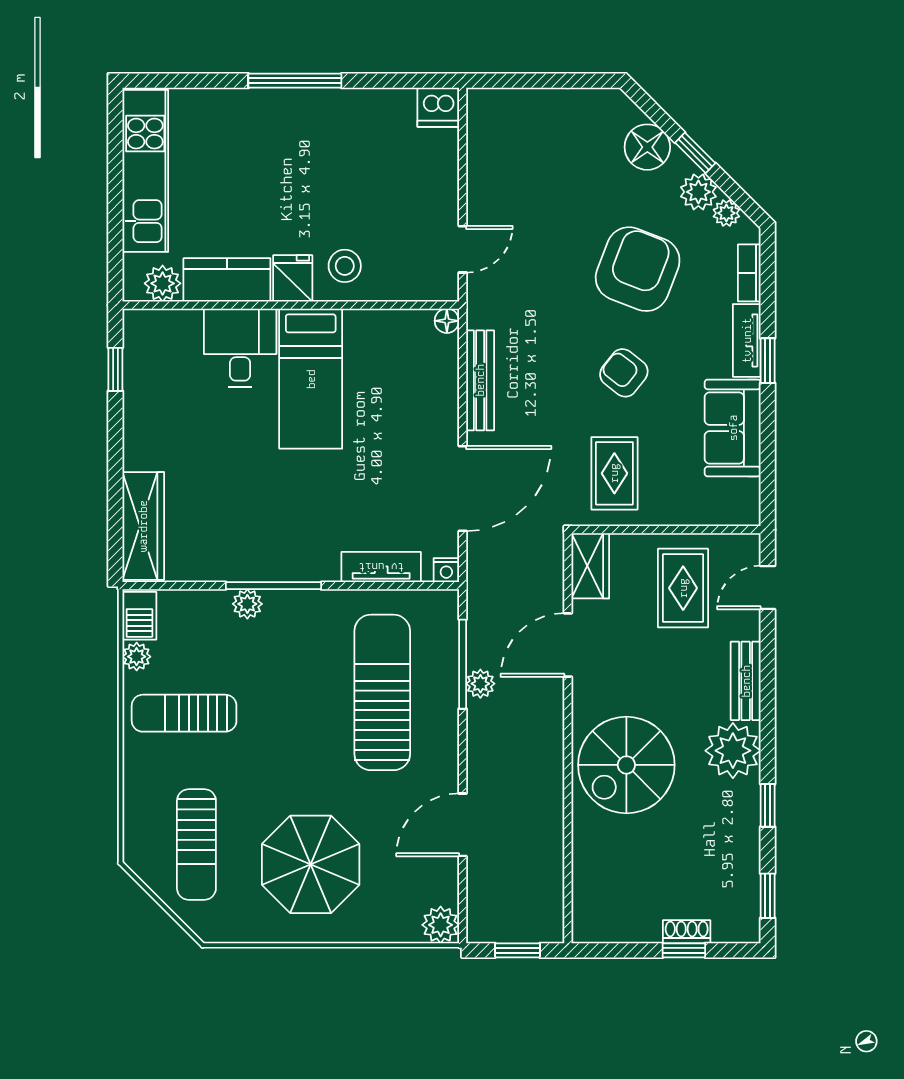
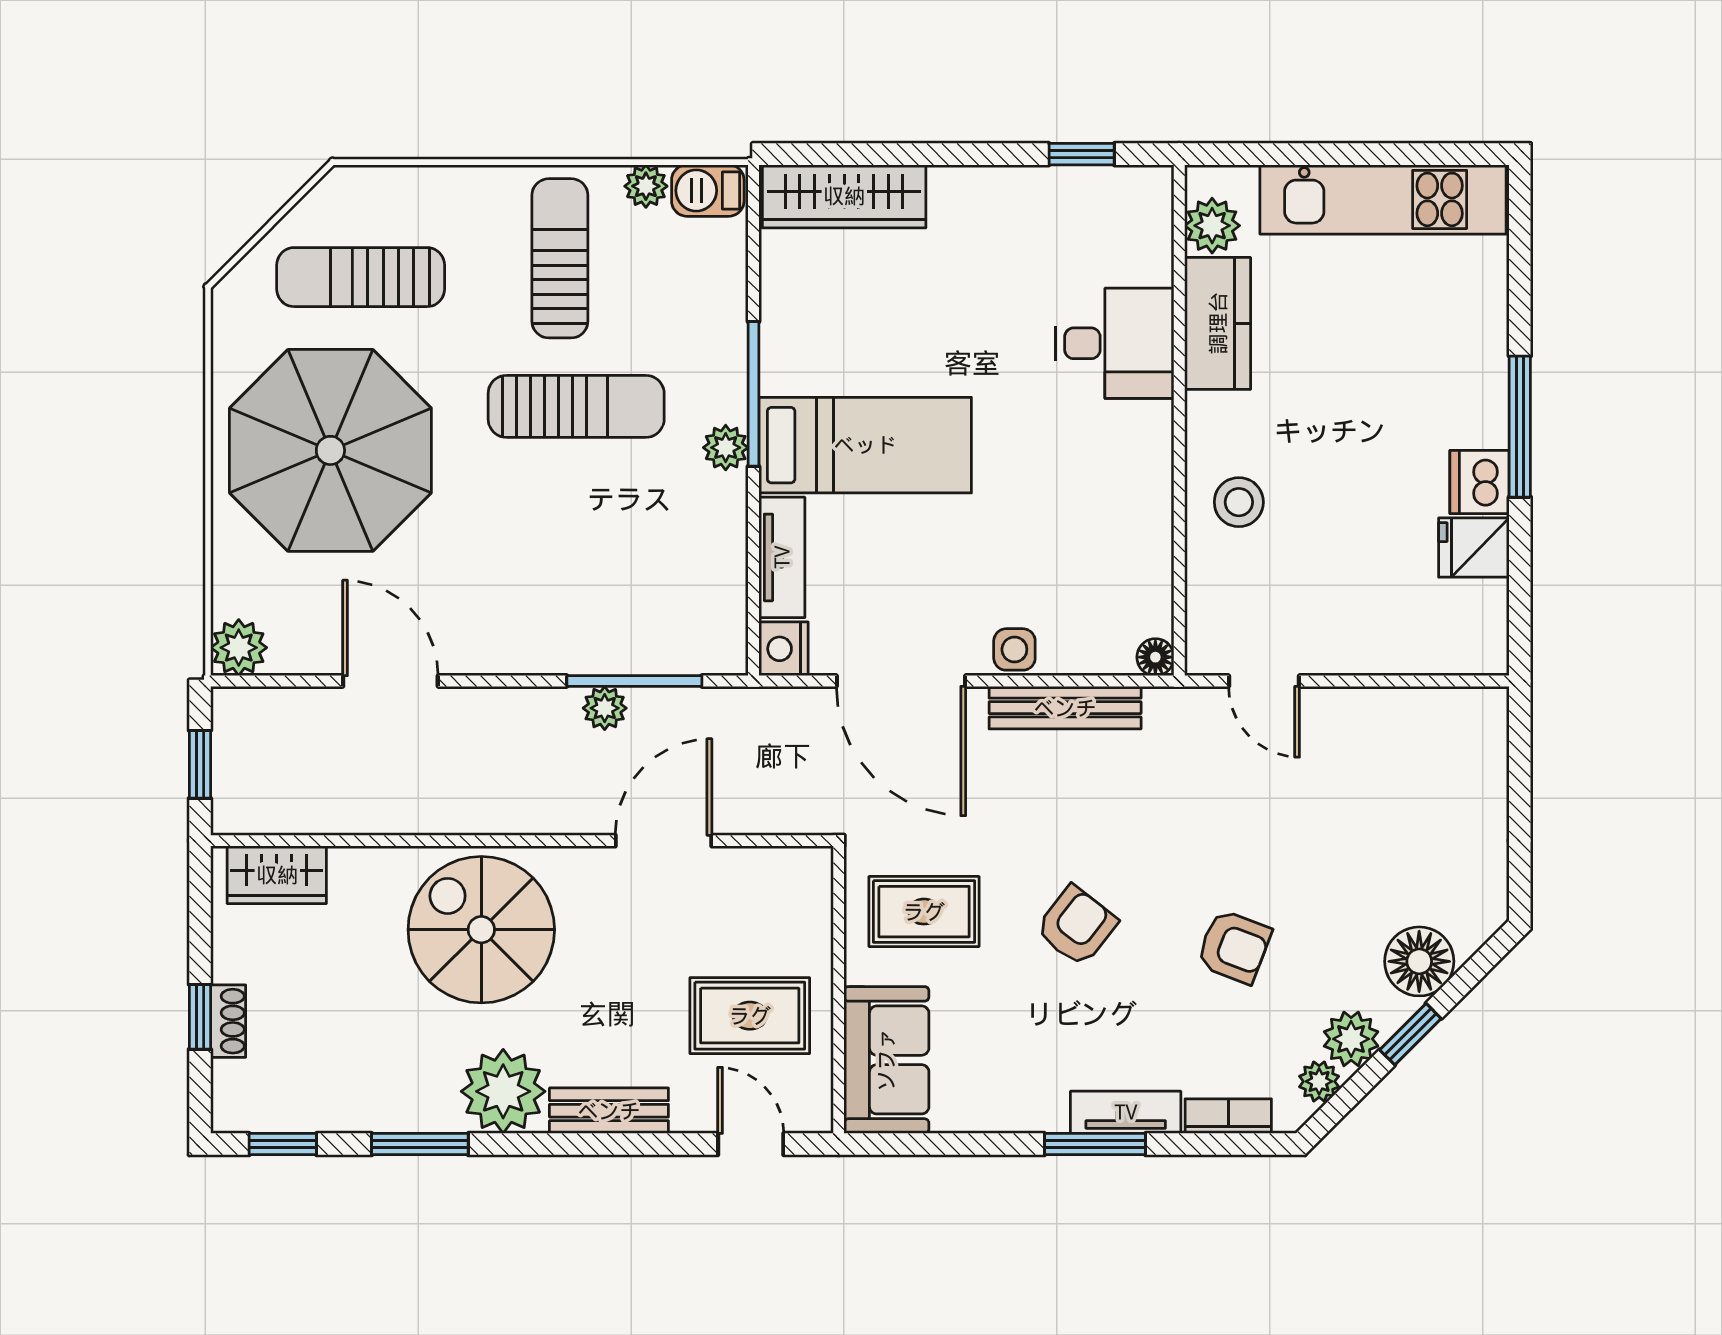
dishwasher: (438, 107) -> (1480, 482), moved
armchair: (638, 269) -> (1234, 947), width x0.53, depth x0.53
fridge: (293, 278) -> (1474, 548), moved, turned 180
window: (768, 361) -> (1095, 1144), width x1.50
bed: (311, 379) -> (865, 445), moved, turned 180
side table: (442, 414) -> (1014, 649), added
sofa: (733, 428) -> (886, 1060), moved, turned 90
wardrobe: (590, 566) -> (277, 875), moved
nightstand: (446, 570) -> (784, 649), width x1.39, depth x1.35
plant: (247, 604) -> (726, 448), moved
door: (568, 645) -> (663, 841), hinge flipped
sun lounger: (382, 692) -> (576, 406), moved, width x0.73, depth x0.75
window: (768, 805) -> (420, 1144), width x1.50
parasol: (311, 864) -> (330, 450), width x1.36, depth x1.36

